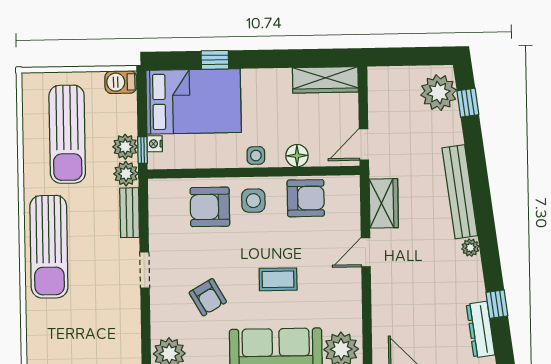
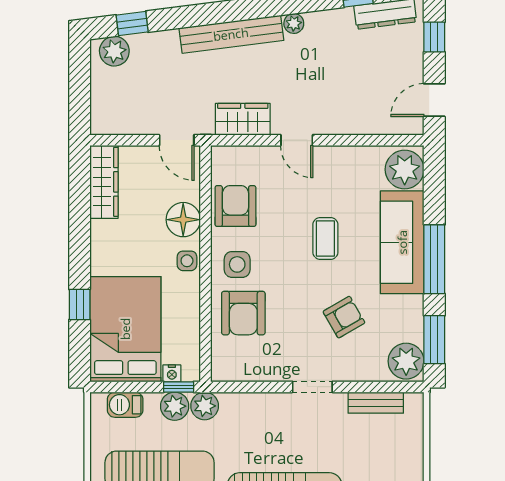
barbecue: (121, 82) -> (125, 405), moved, turned 90
plant: (439, 93) -> (114, 51), width x0.73, depth x0.73
floor lamp: (297, 156) -> (183, 220), width x1.38, depth x1.38
bench: (130, 213) -> (376, 403), moved

